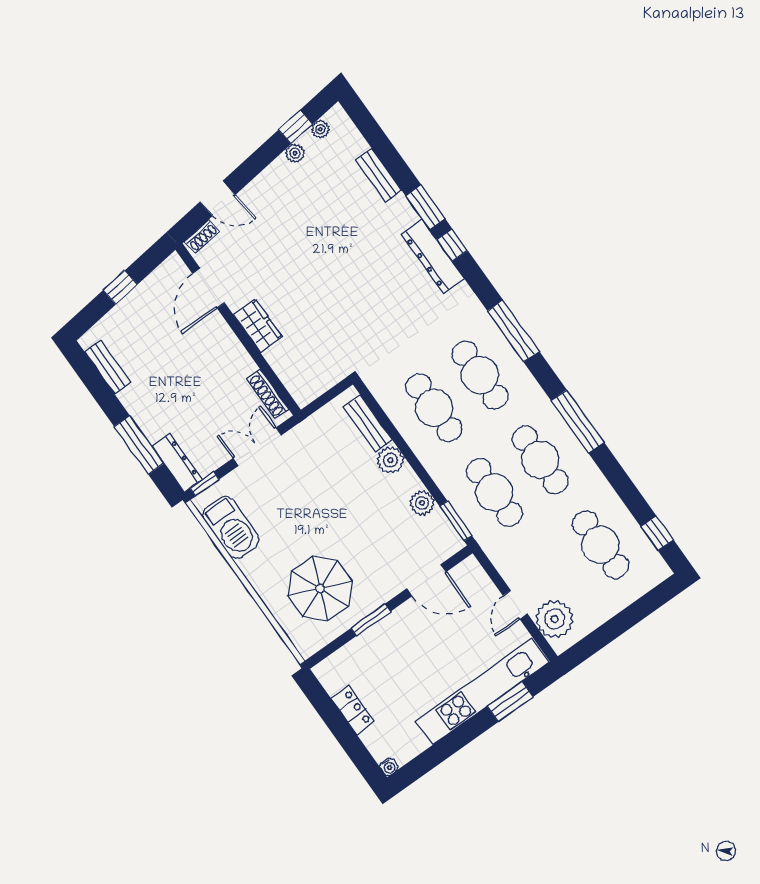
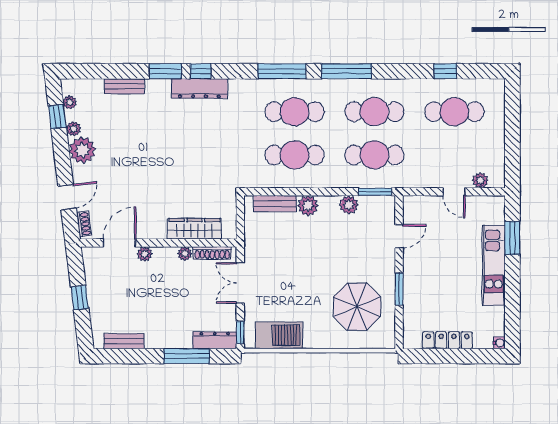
plant: (279, 179) -> (82, 150), added
door: (209, 288) -> (120, 243), swing flipped
plant: (216, 323) -> (145, 254), added
wardrobe: (258, 326) -> (194, 229), moved, width x1.50
plant: (246, 366) -> (185, 254), added
window: (578, 421) -> (347, 71), moved
window: (657, 533) -> (445, 71), moved
door: (427, 580) -> (399, 236), width x0.73
plant: (554, 619) -> (480, 180), width x0.53, depth x0.53
kitchen unit: (483, 691) -> (494, 265), width x0.73
locker: (353, 710) -> (448, 340), width x1.53

